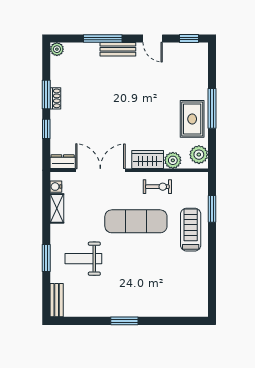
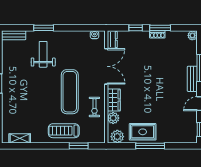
shelving: (57, 208) -> (20, 138), moved
treadmill: (191, 230) -> (64, 131), turned 180

